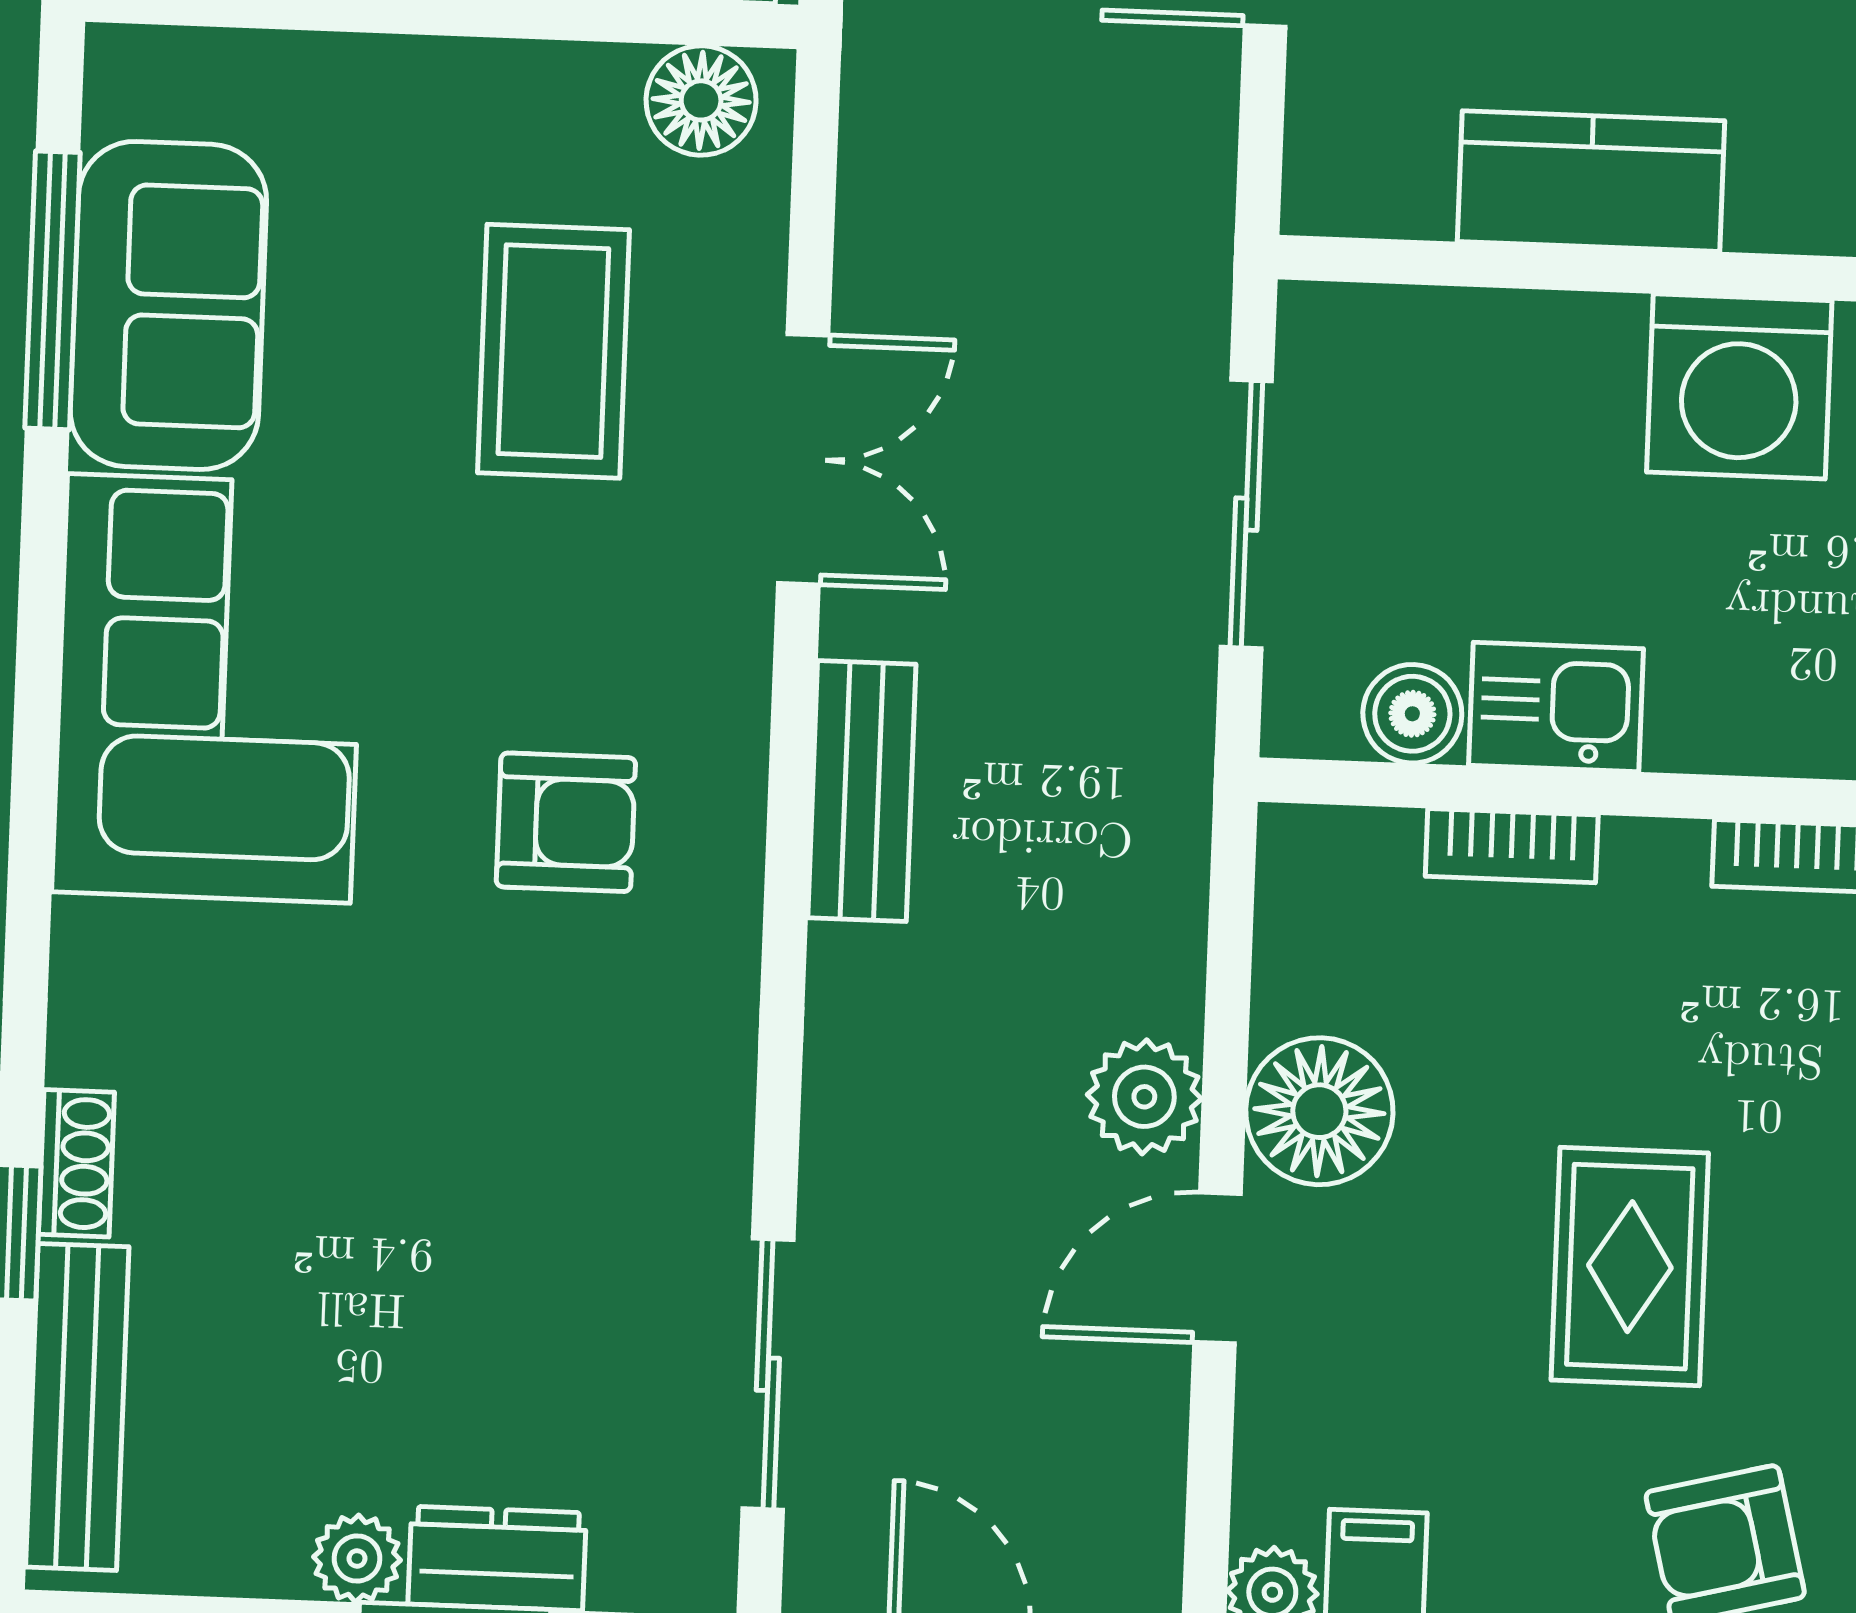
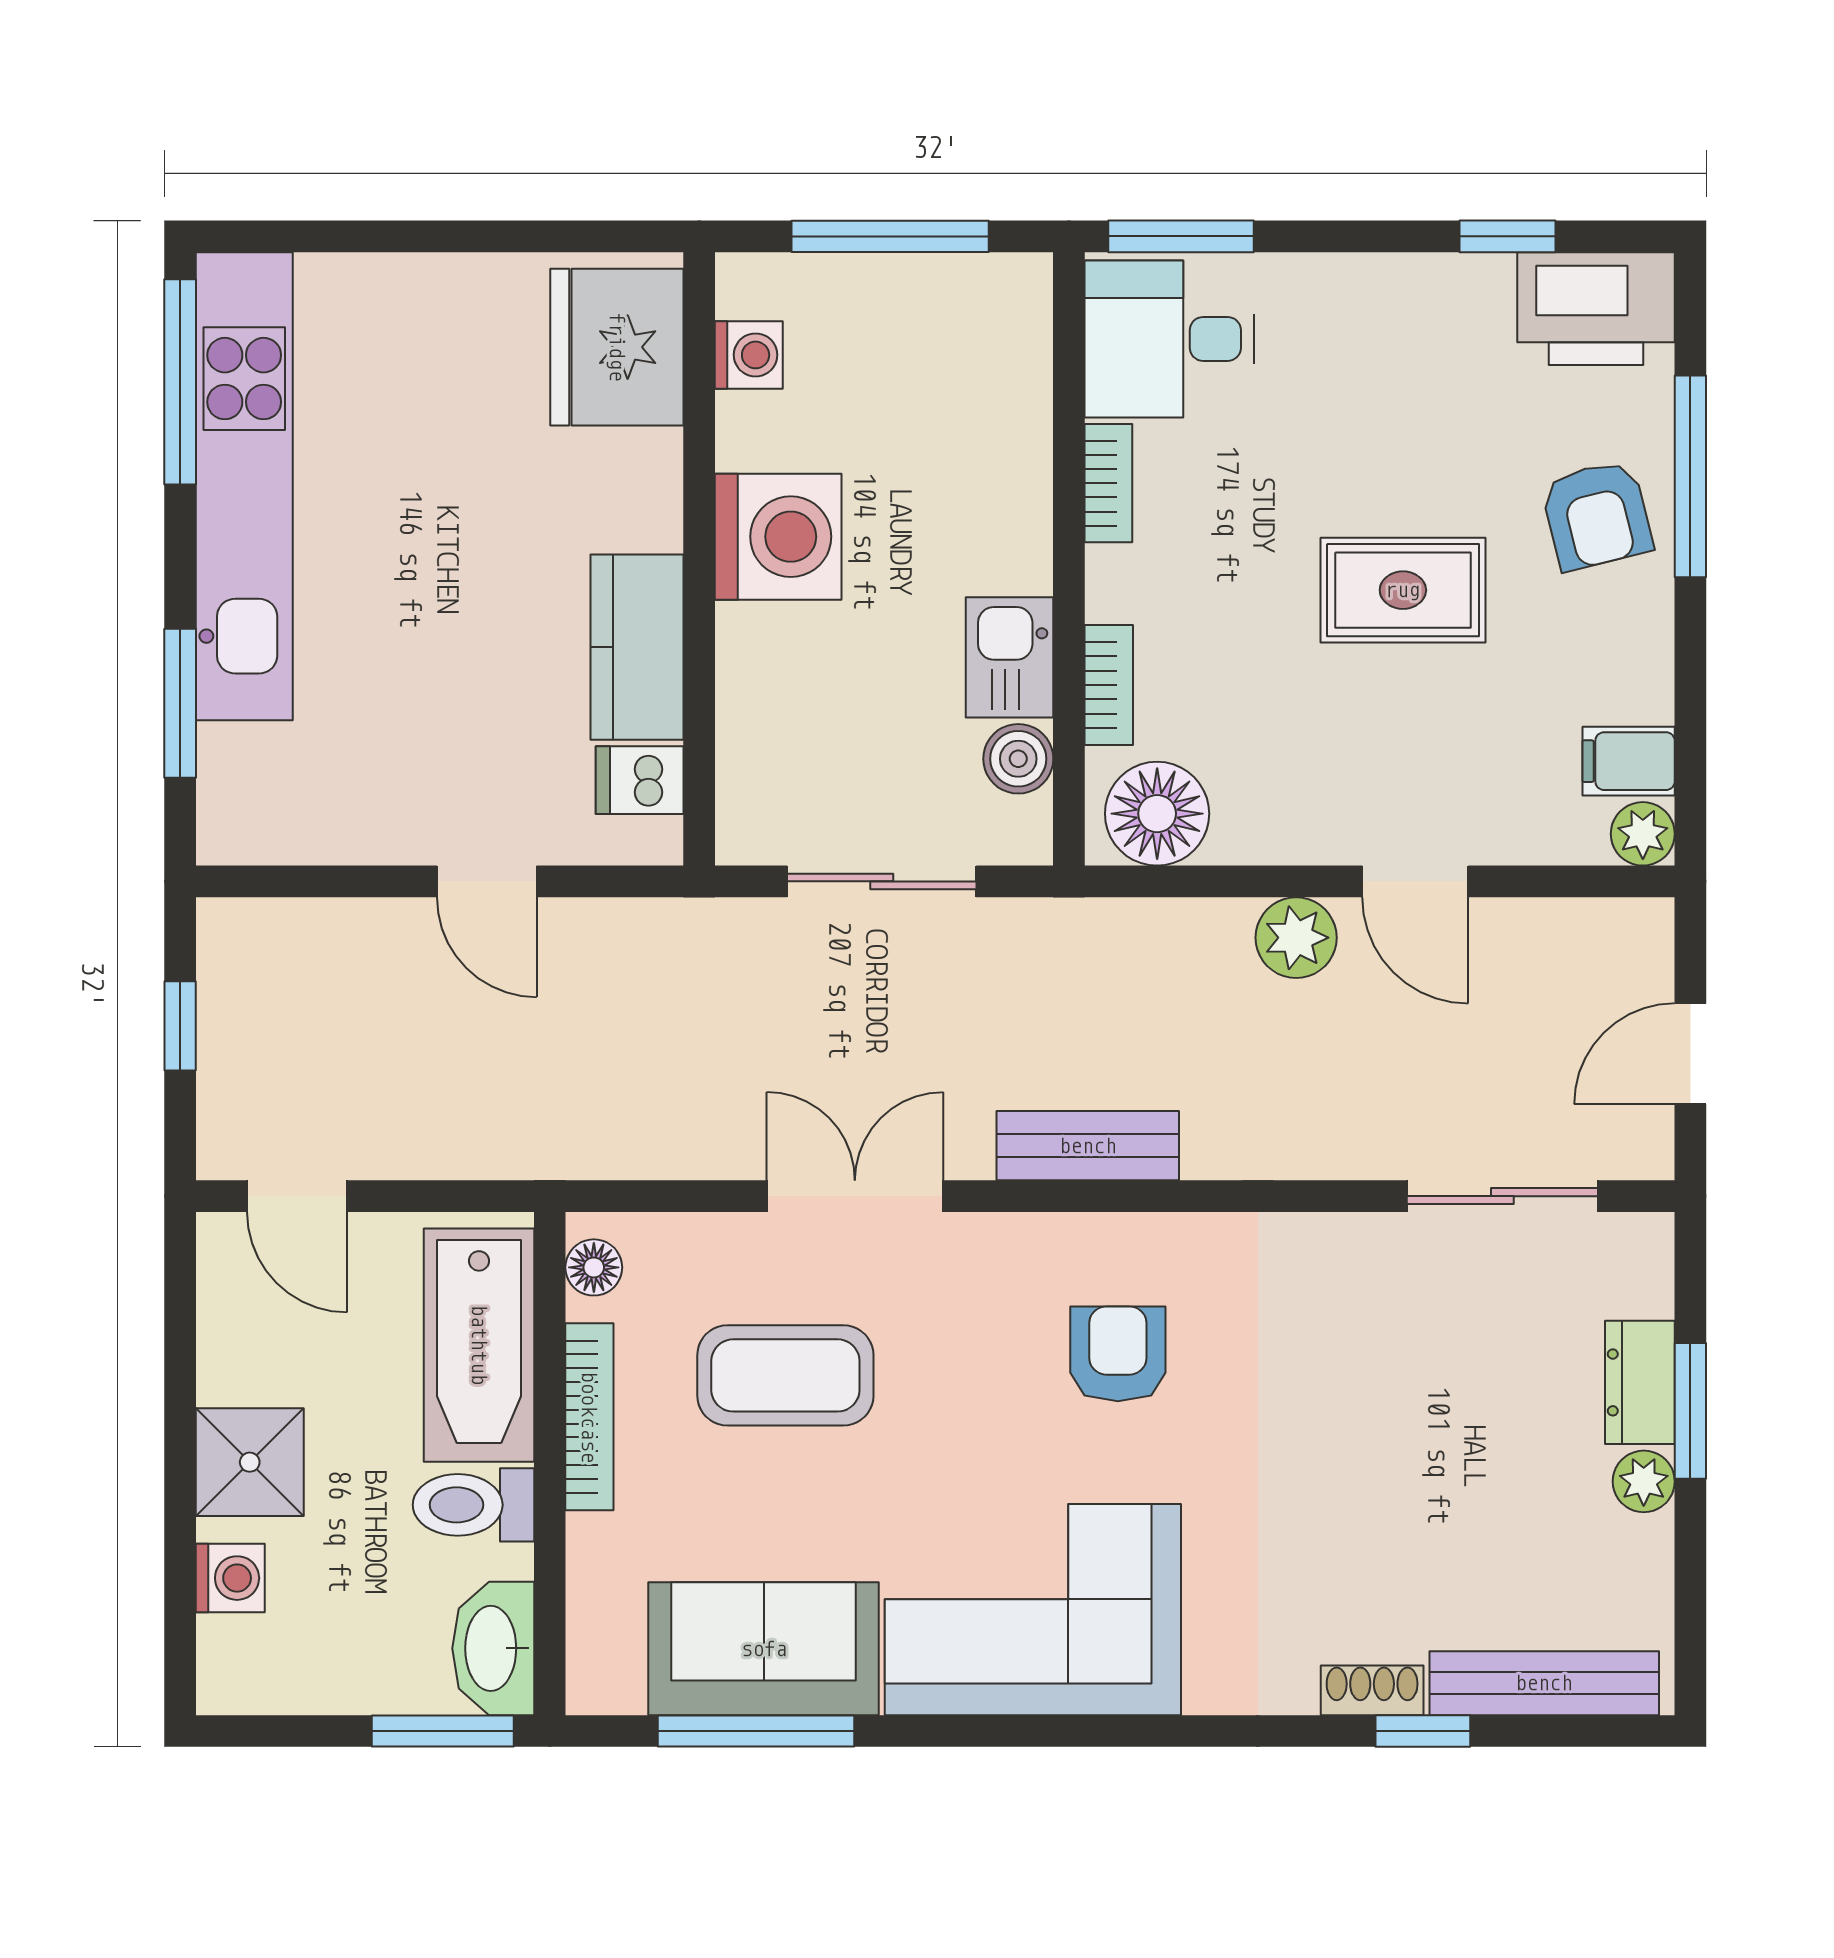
bookcase: (506, 72) -> (589, 1417), added
floor lamp: (701, 100) -> (594, 1267), width x0.73, depth x0.73
dishwasher: (1403, 178) -> (640, 780), added
floor lamp: (1319, 1111) -> (1157, 814), moved

